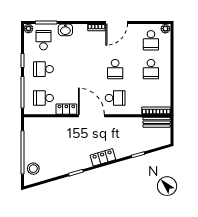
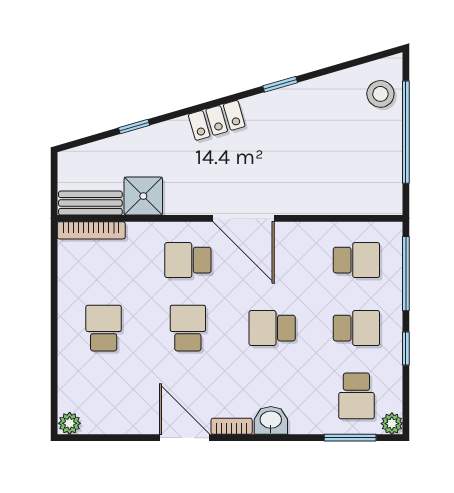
door: (117, 23) -> (185, 438), hinge flipped
washbasin: (65, 30) -> (271, 420), moved
school desk: (151, 40) -> (272, 328), moved, turned -90
locker: (66, 109) -> (303, 234), removed
shower: (134, 125) -> (143, 196), added

